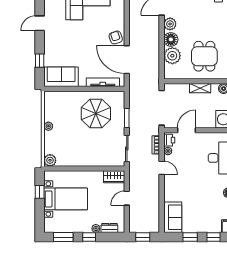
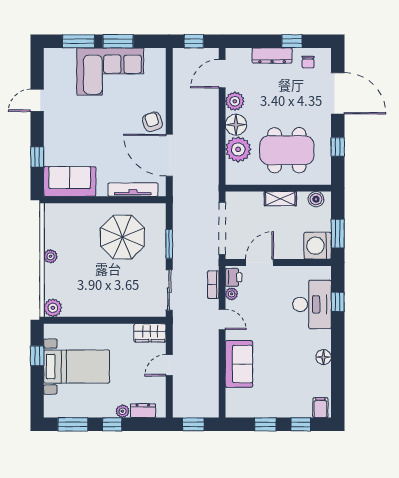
dining table: (204, 56) -> (287, 150), width x1.38
sofa: (173, 217) -> (239, 364), moved

